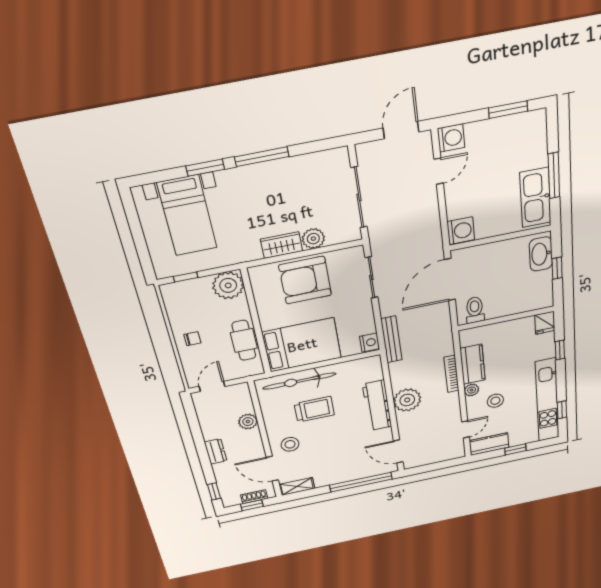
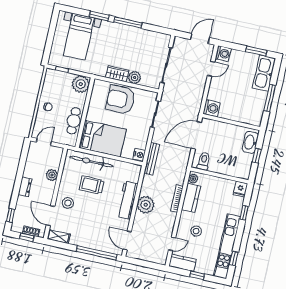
kitchen sink: (535, 198) -> (264, 73), moved
plant: (472, 390) -> (193, 179), moved
trolley: (314, 409) -> (92, 185), turned 180

